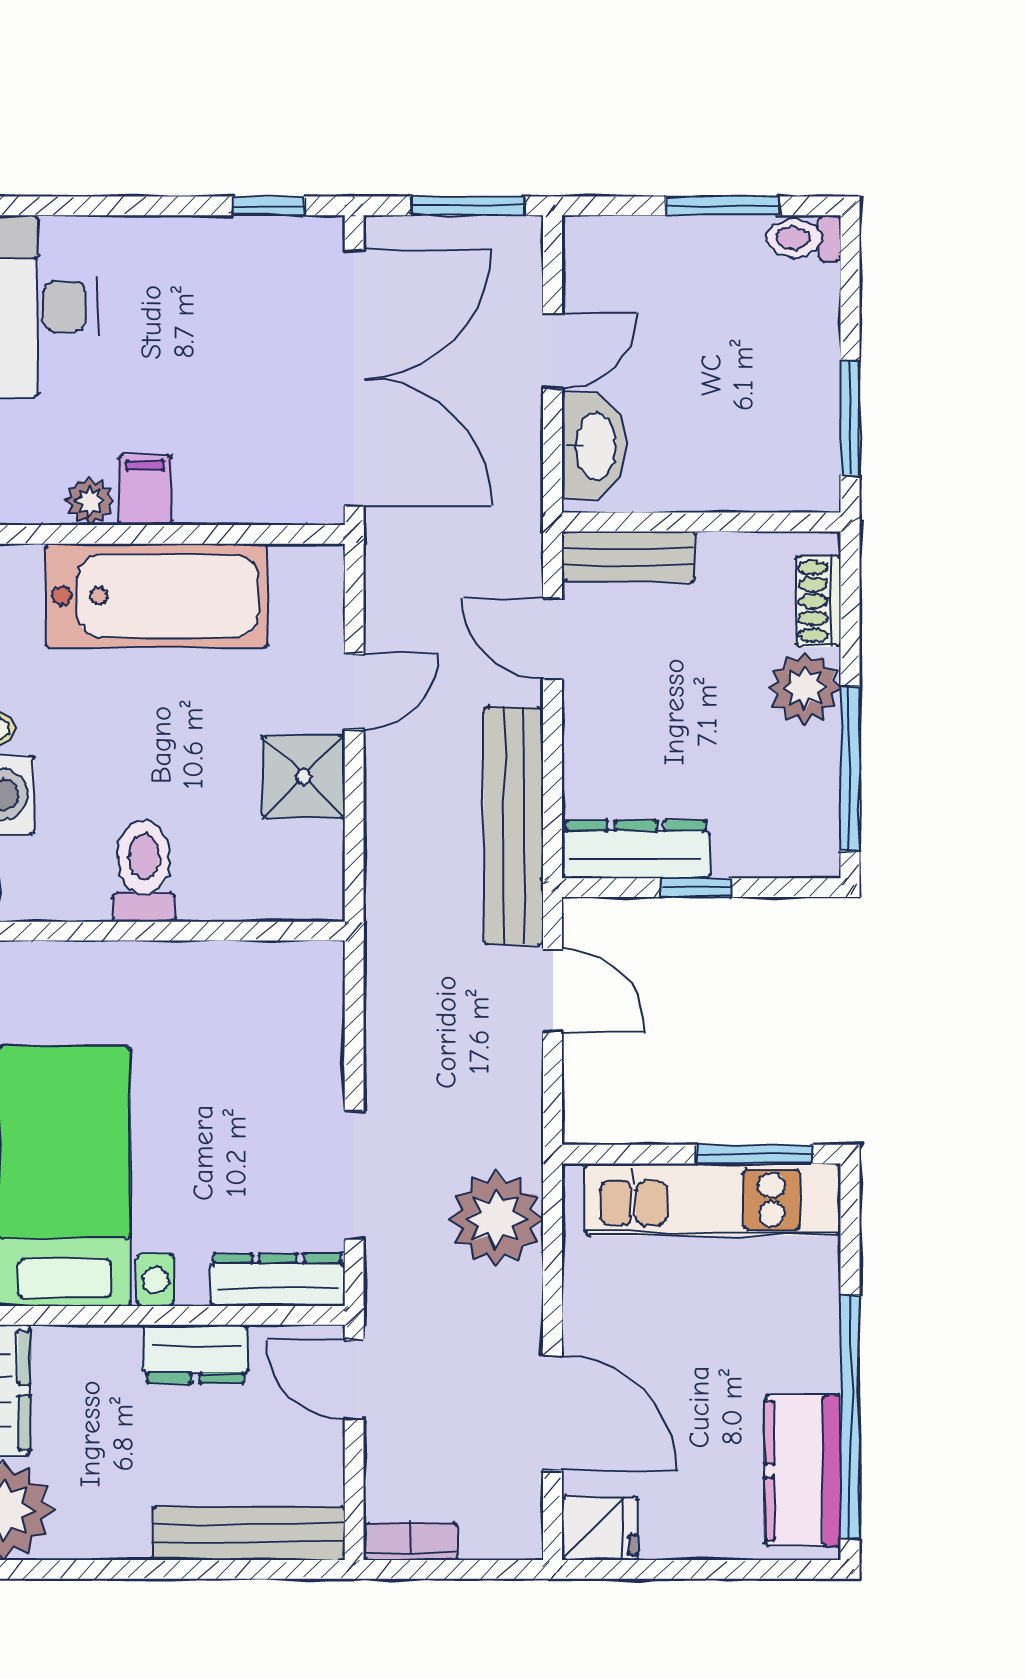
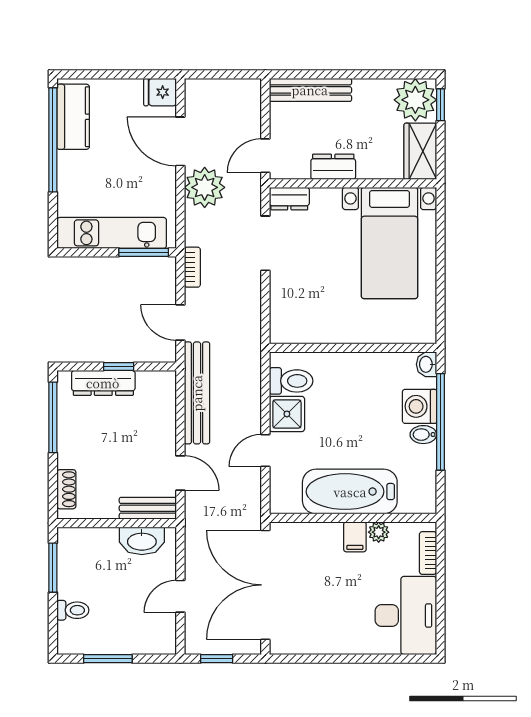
window: (269, 206) -> (302, 659), removed
window: (468, 206) -> (217, 659), width x0.67
toilet: (803, 238) -> (73, 610), moved
washbasin: (594, 446) -> (142, 541), moved, turned -90
plant: (805, 688) -> (72, 452), removed
dresser: (636, 849) -> (103, 383), moved
toilet: (144, 871) -> (291, 381), moved, turned -90
window: (754, 1154) -> (144, 252), moved
plant: (496, 1219) -> (205, 187), moved
dresser: (278, 1280) -> (289, 199), width x0.70
door: (354, 1380) -> (265, 156), swing flipped
bookcase: (410, 1541) -> (192, 267), moved, turned -90

